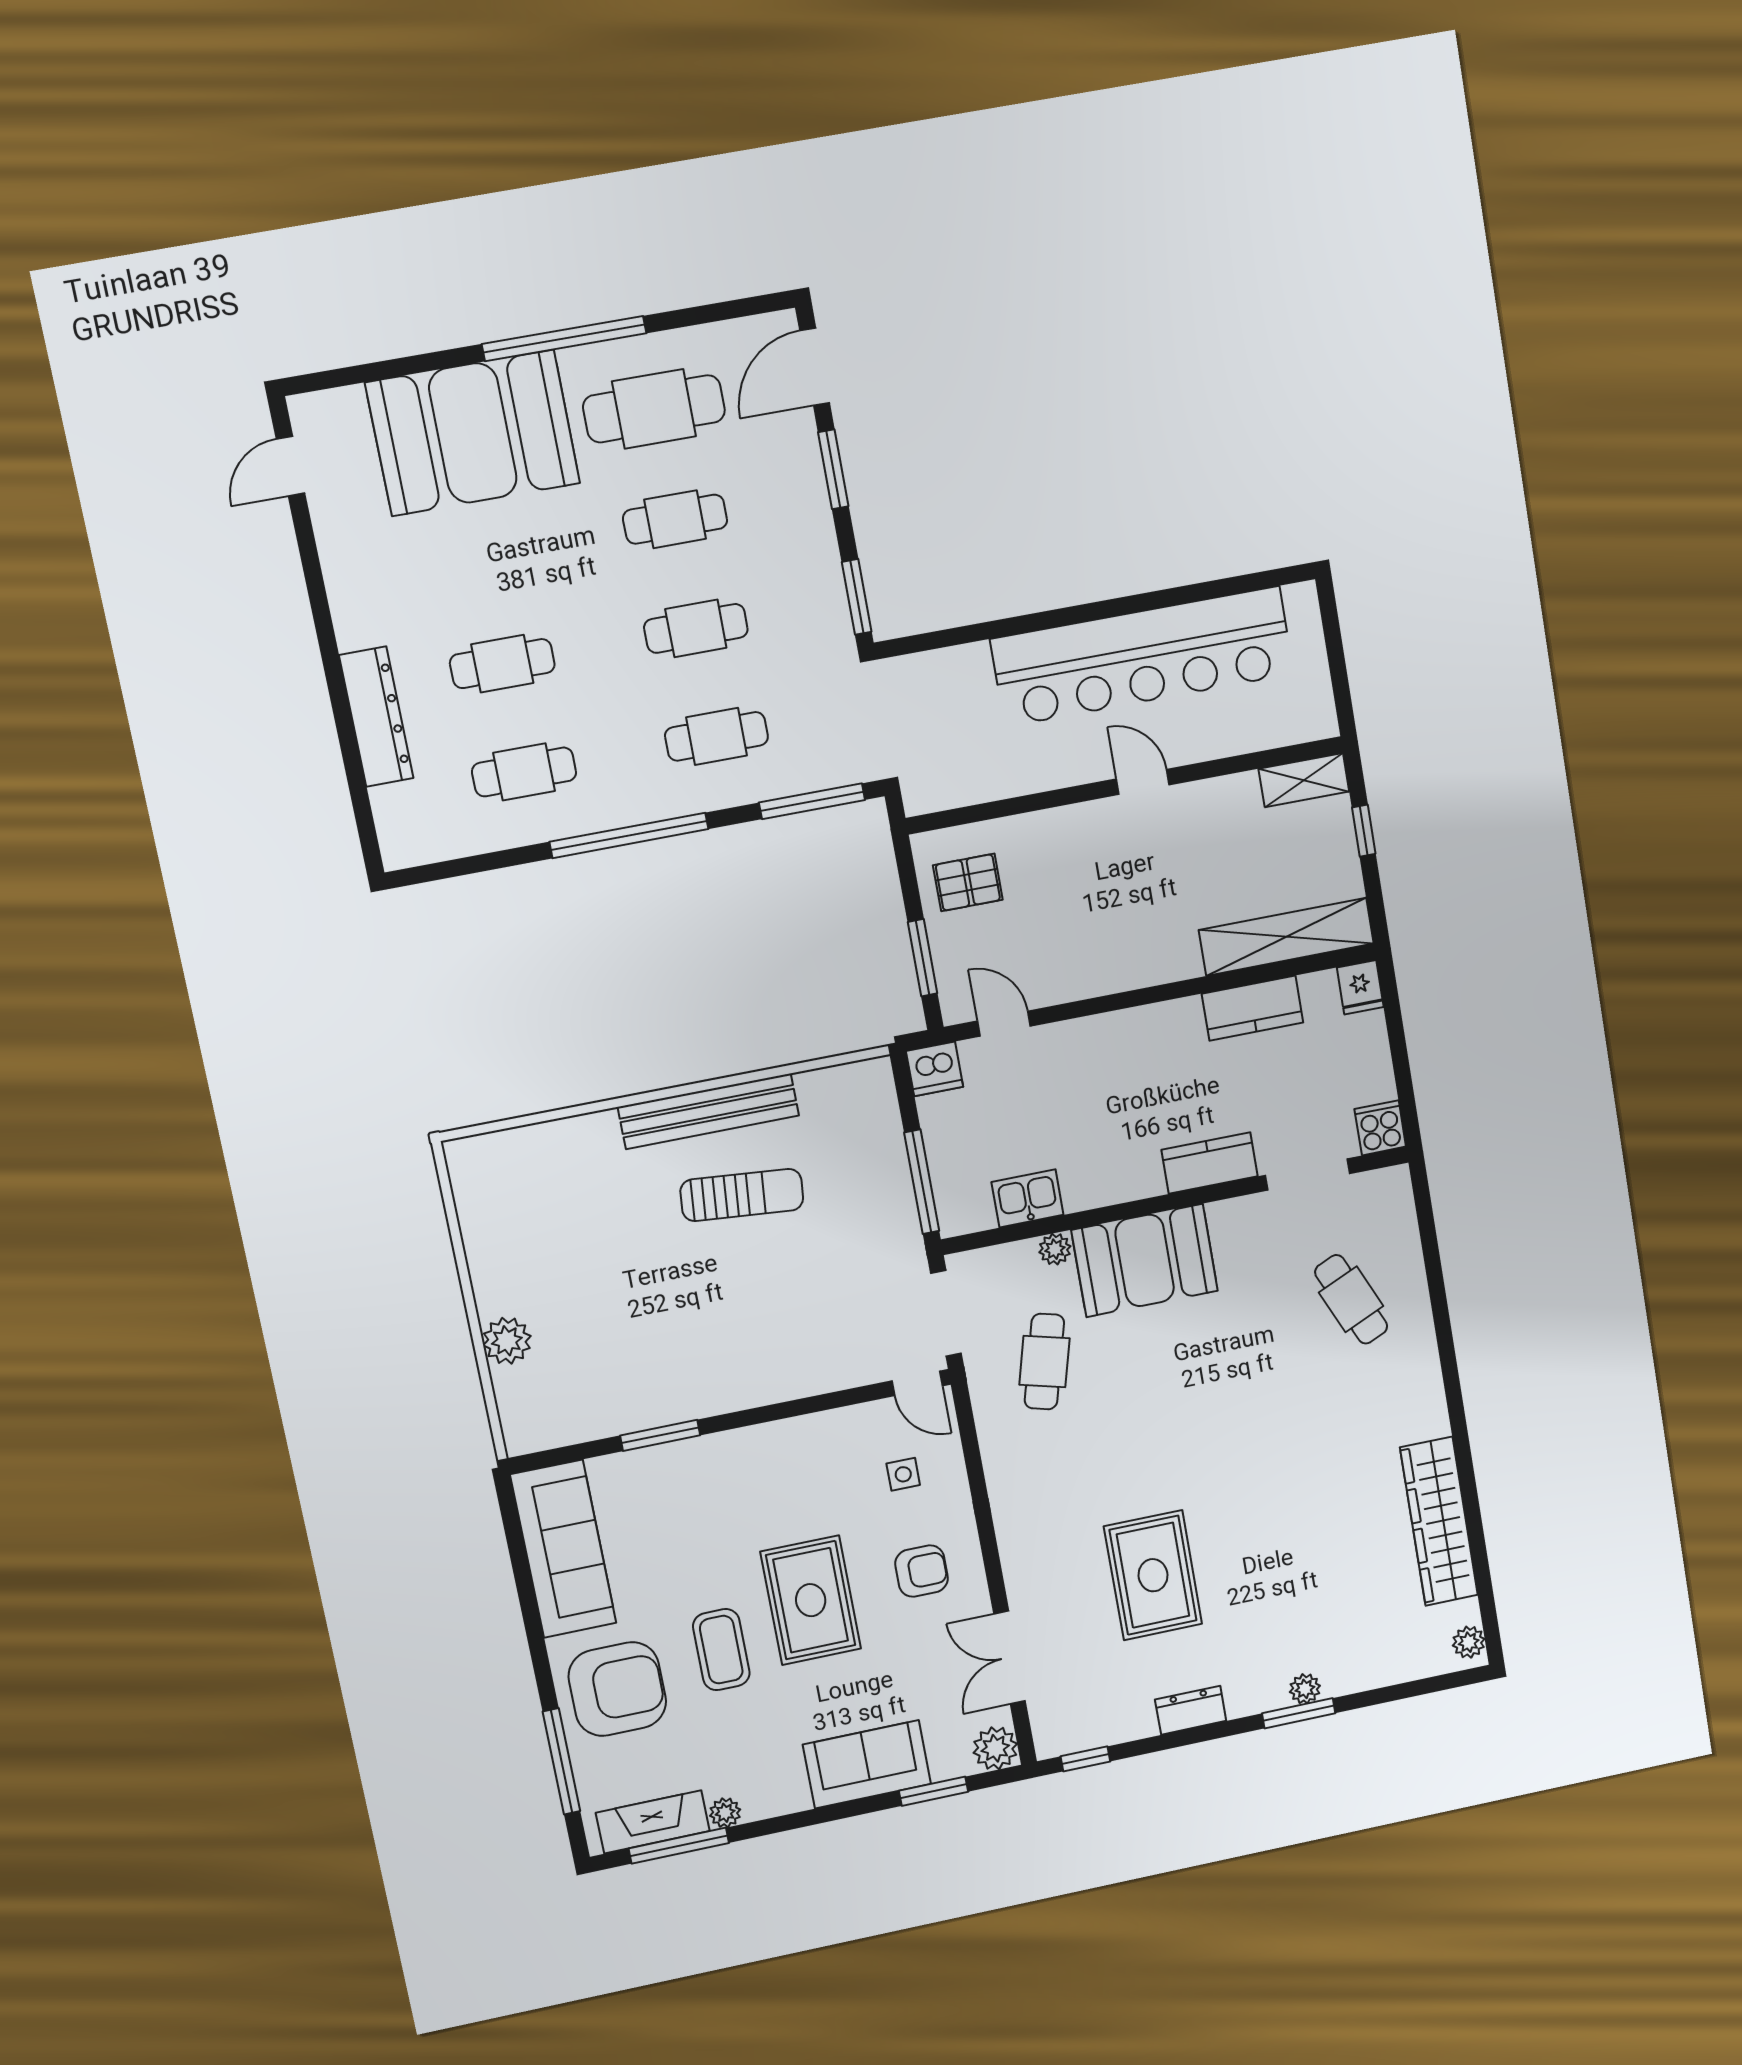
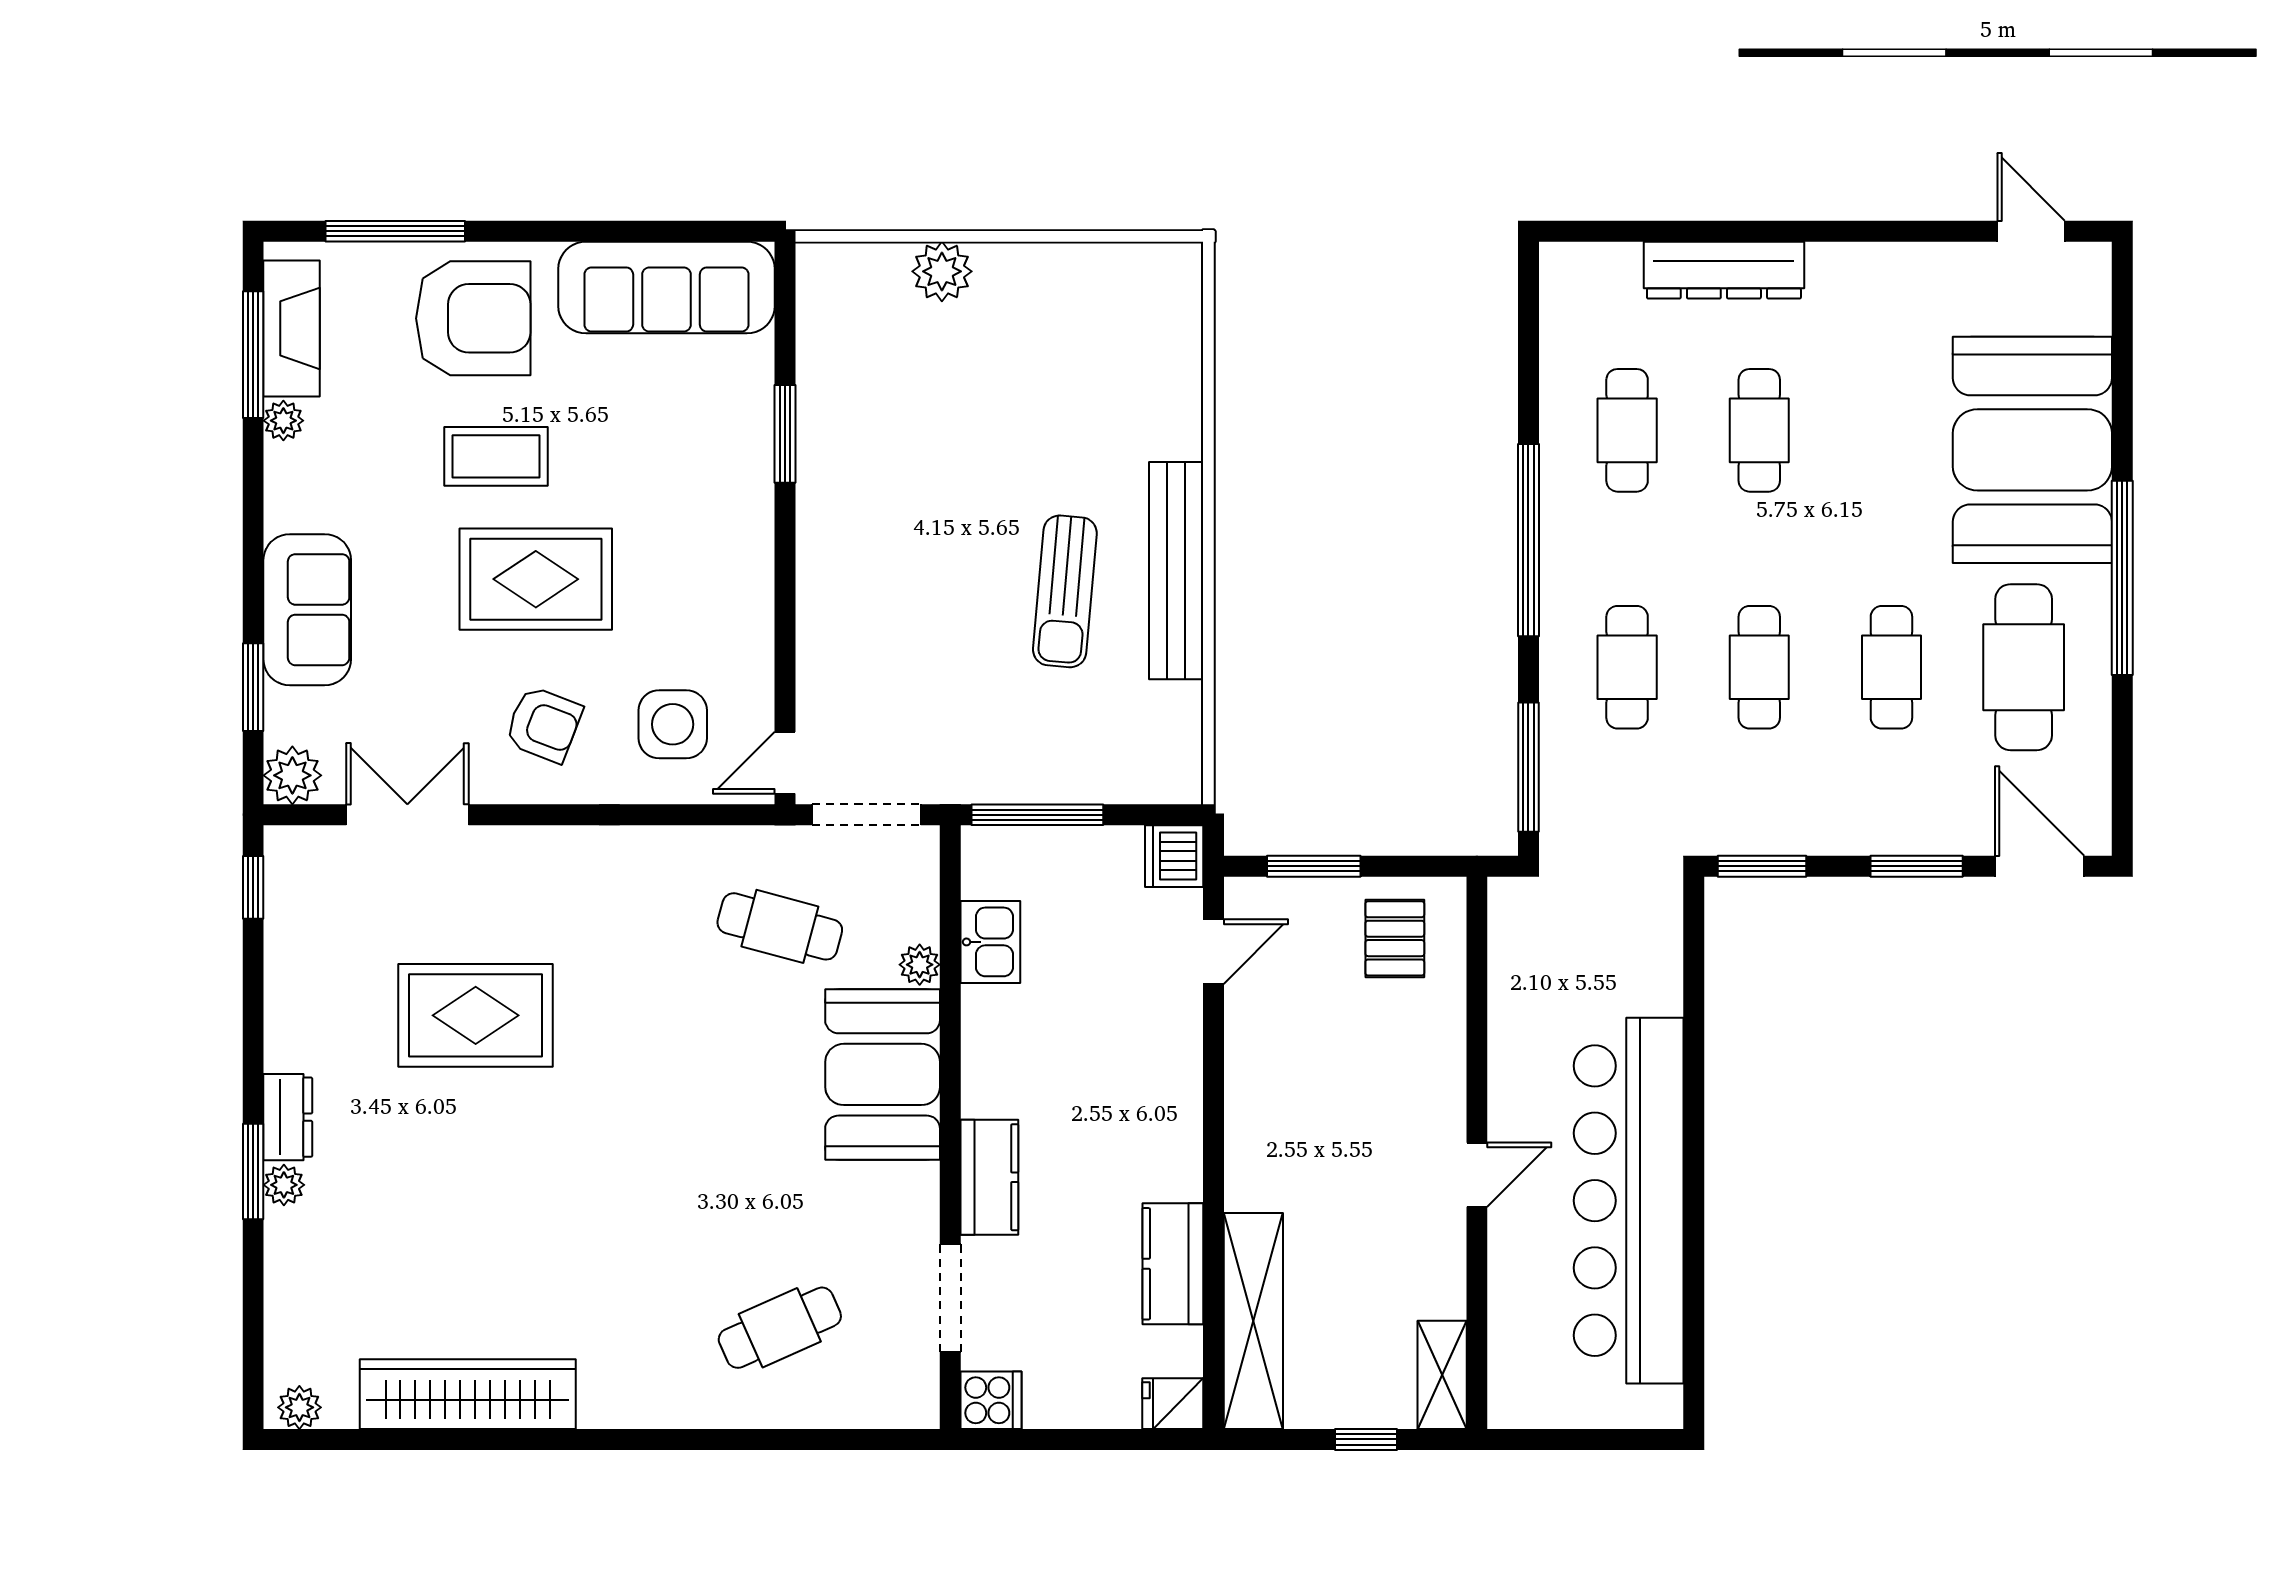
side table: (903, 1474) -> (673, 724), width x1.87, depth x1.87
armchair: (922, 1571) -> (544, 724), turned -69
armchair: (617, 1689) -> (473, 318), turned -90
dresser: (1191, 1710) -> (288, 1117), moved

